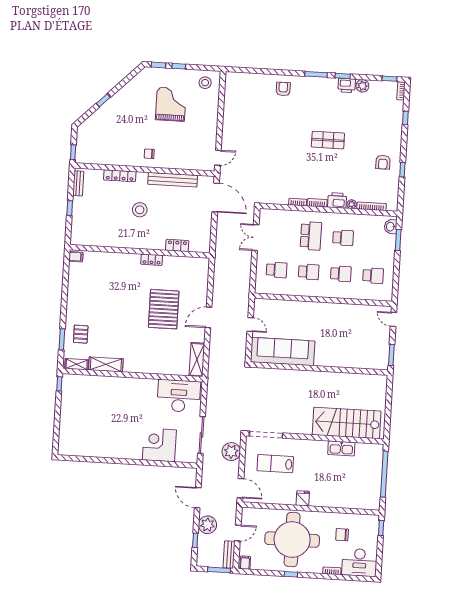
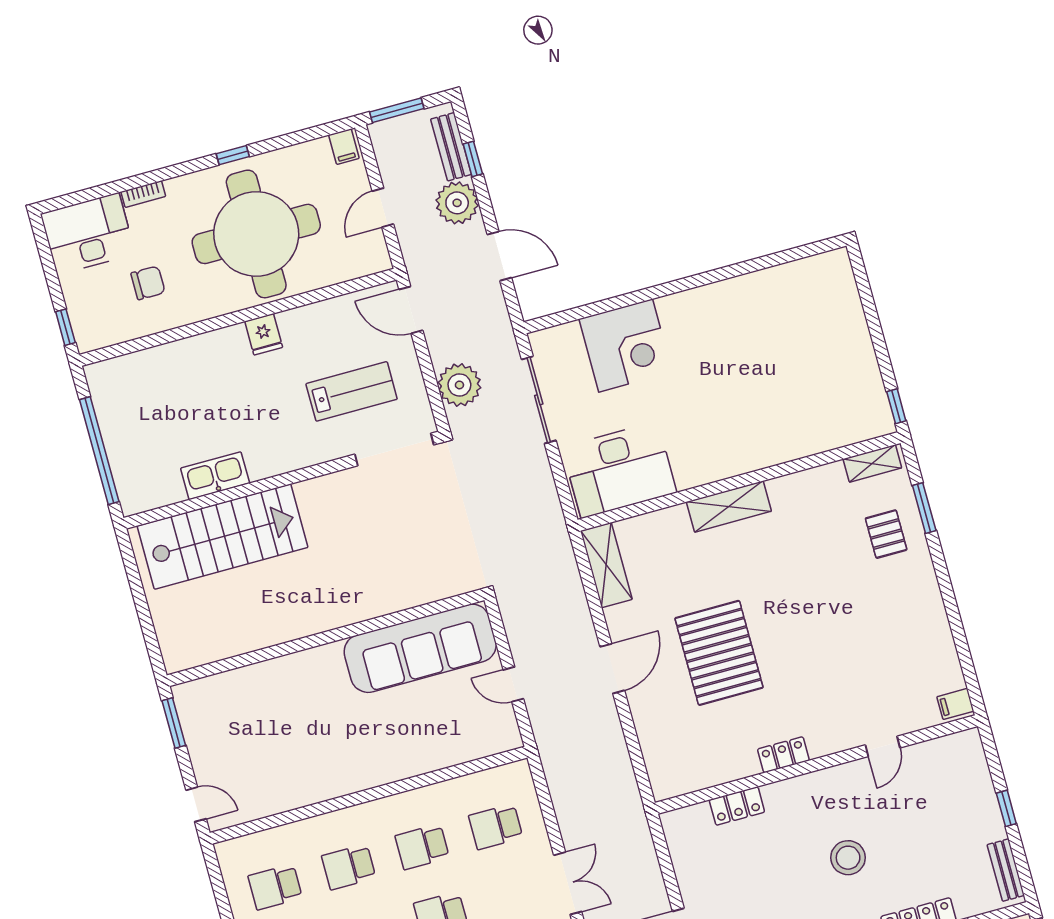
door: (111, 250) -> (883, 746), added
shelving: (106, 364) -> (729, 507), moved
bench: (229, 555) -> (451, 147), moved

